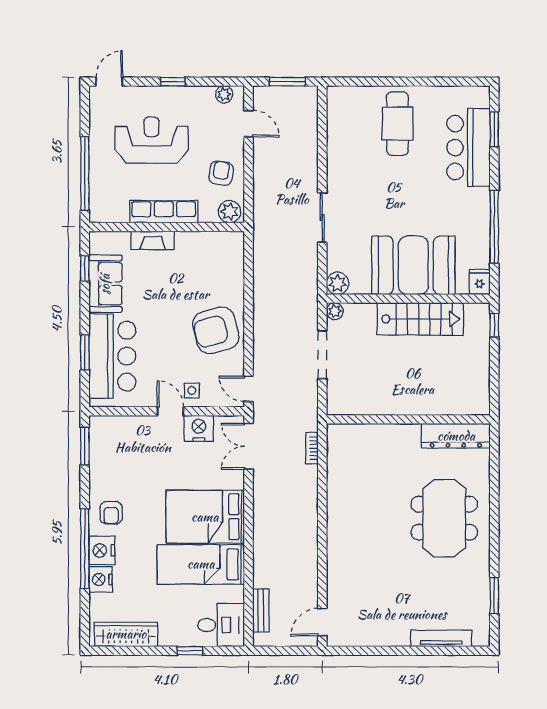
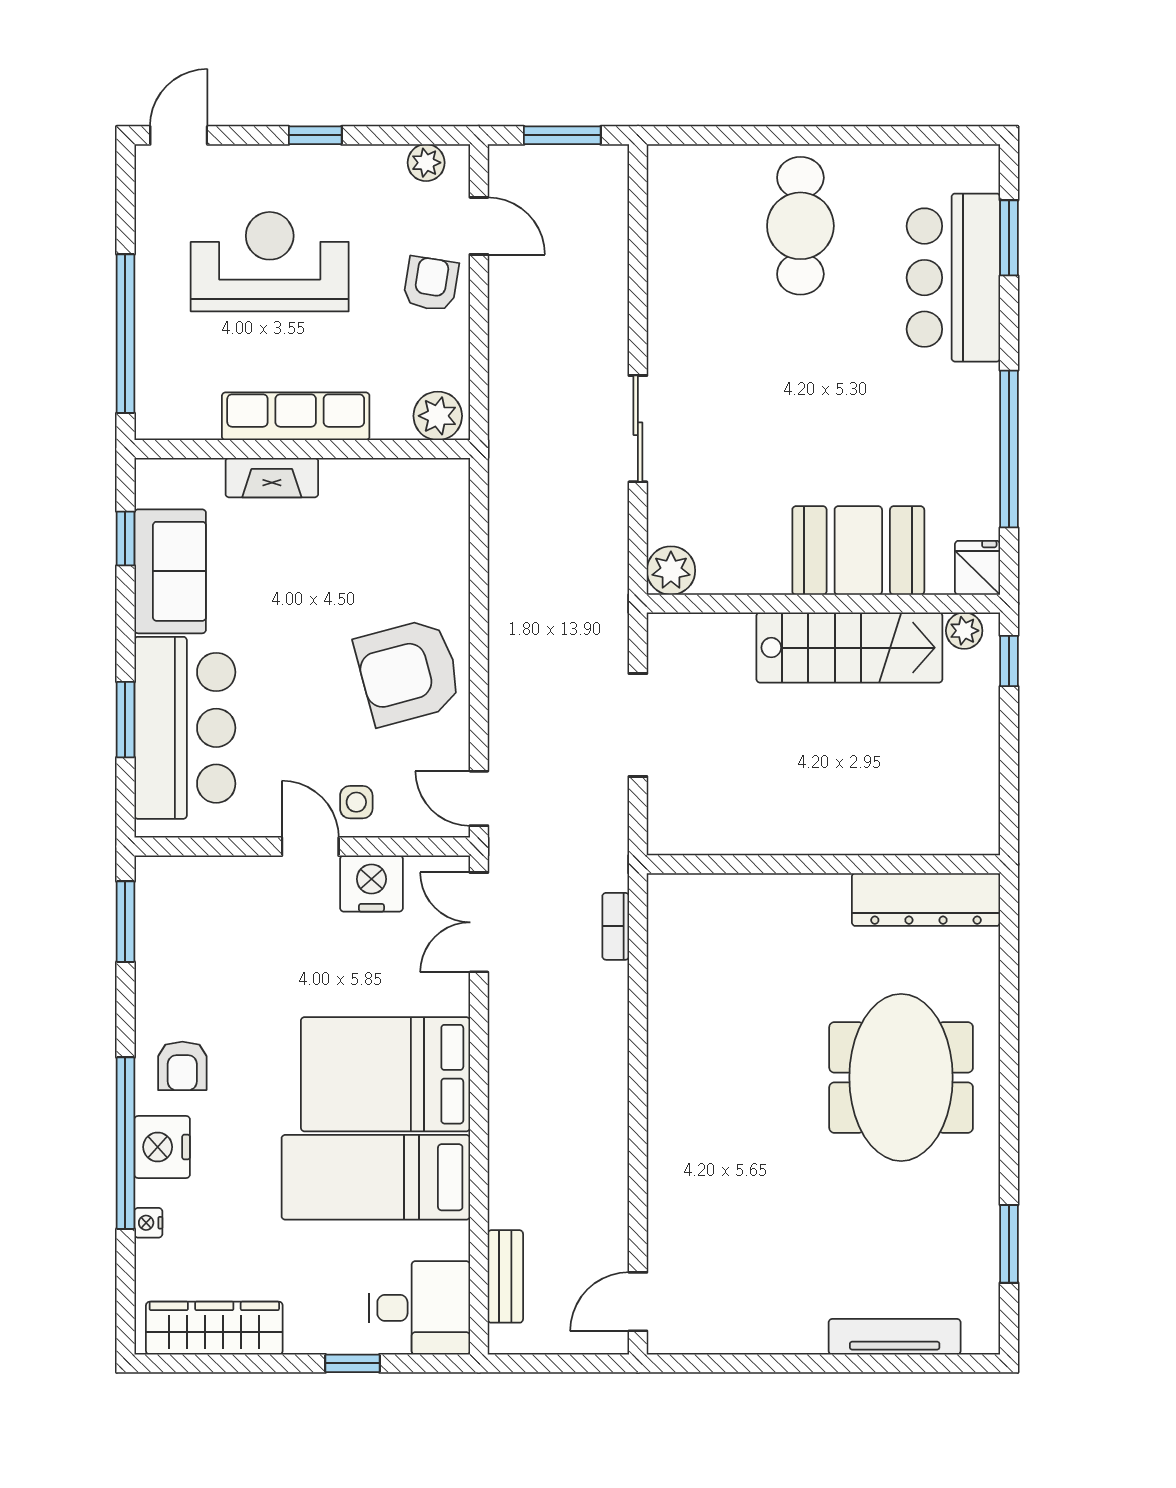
armchair: (221, 173) -> (431, 284), moved
booth: (413, 265) -> (858, 550), width x0.73, depth x0.70
plant: (335, 311) -> (964, 631), moved
nightstand: (101, 579) -> (148, 1223), width x0.53, depth x0.56

